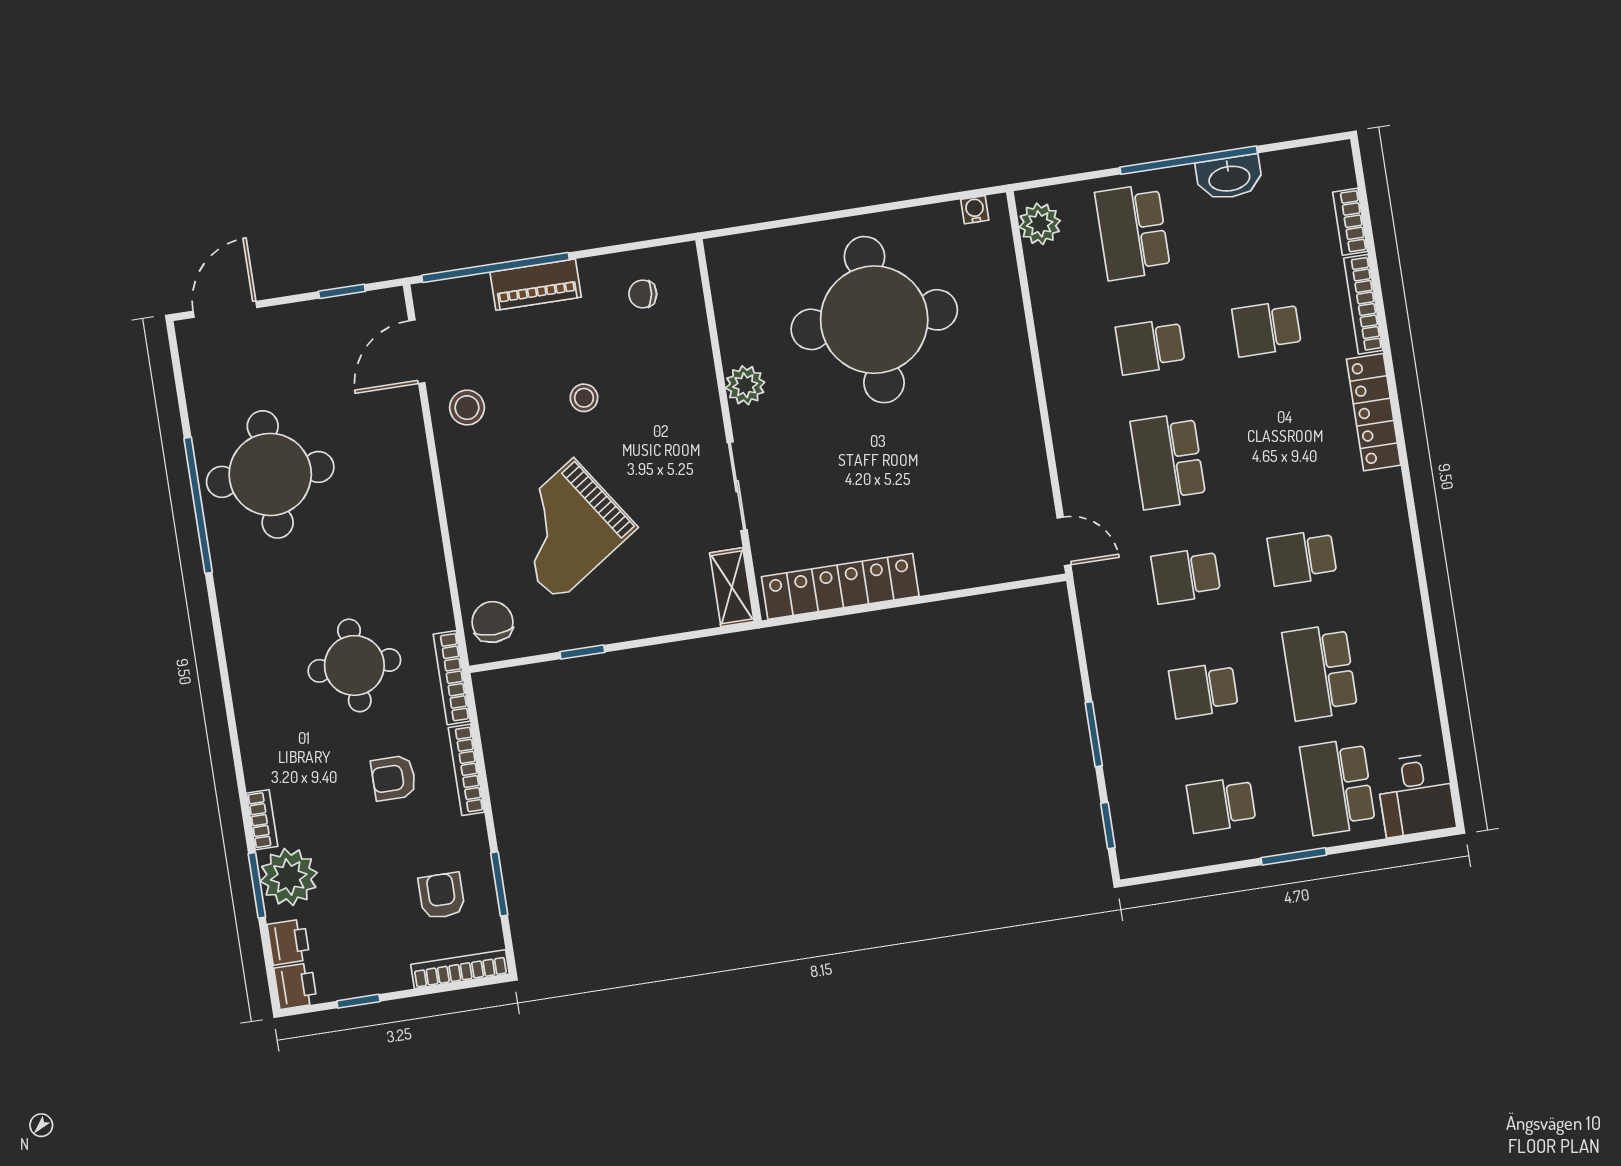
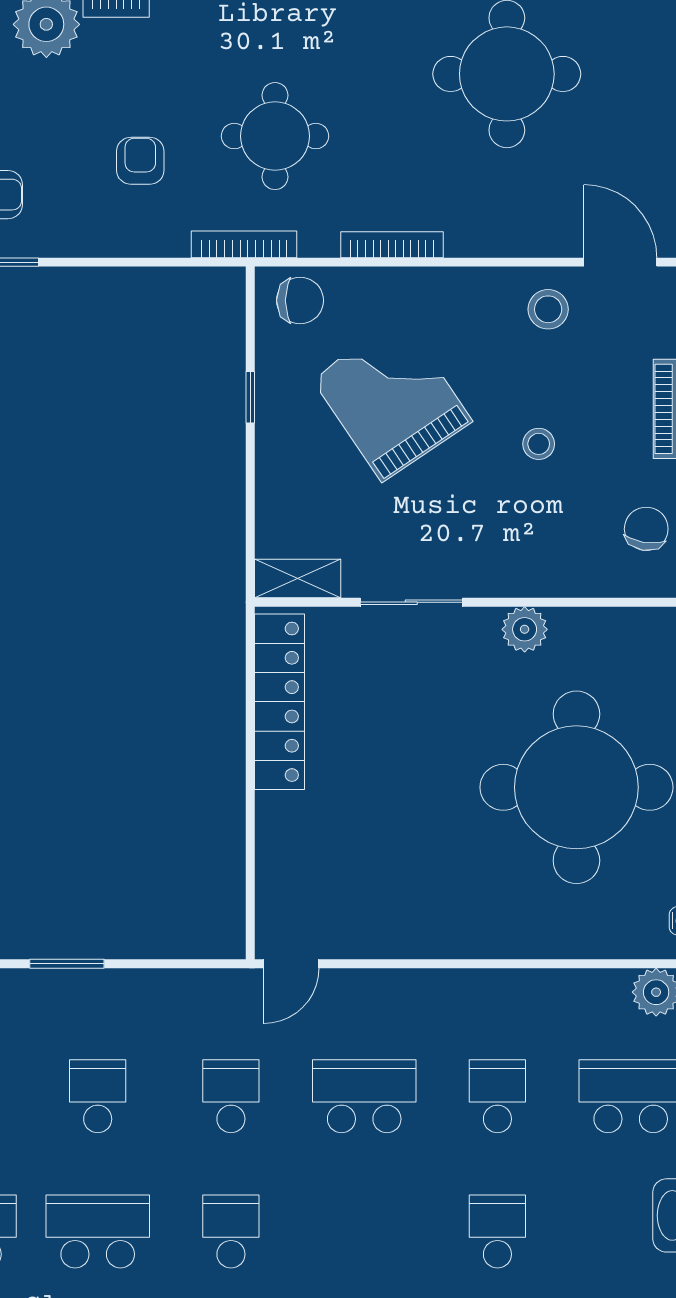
chair: (643, 294) -> (646, 529), width x1.37, depth x1.37
bookcase: (466, 770) -> (392, 245), moved

